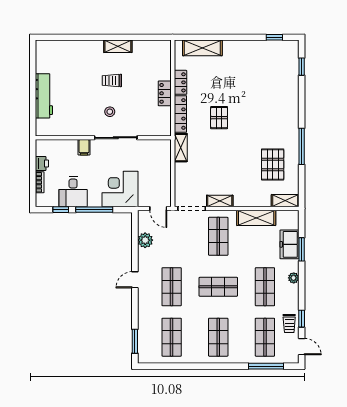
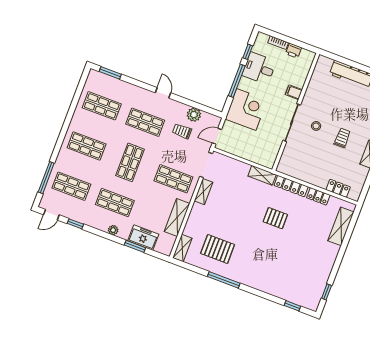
locker: (165, 93) -> (338, 188), moved
trolley: (289, 323) -> (182, 131), moved

